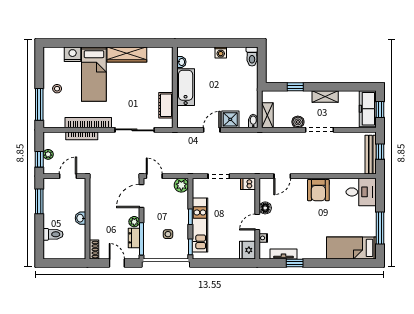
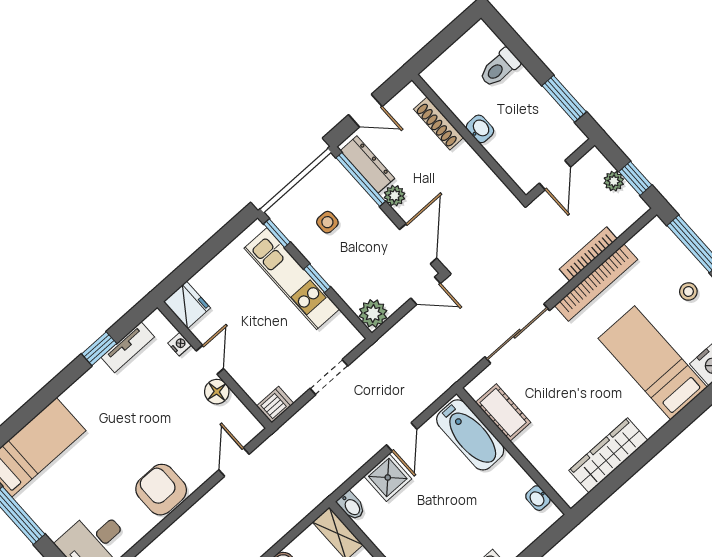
wardrobe: (127, 54) -> (608, 455), moved
bathtub: (186, 87) -> (470, 435), moved
window: (39, 159) -> (635, 178), moved
dresser: (134, 238) -> (367, 164), width x1.44
shoe rack: (94, 250) -> (438, 123), moved, width x1.43

